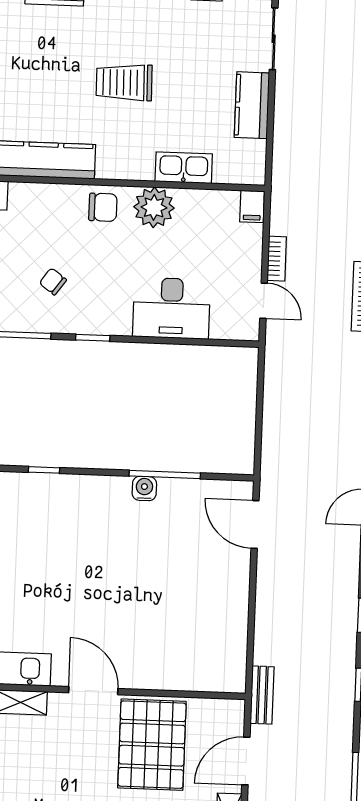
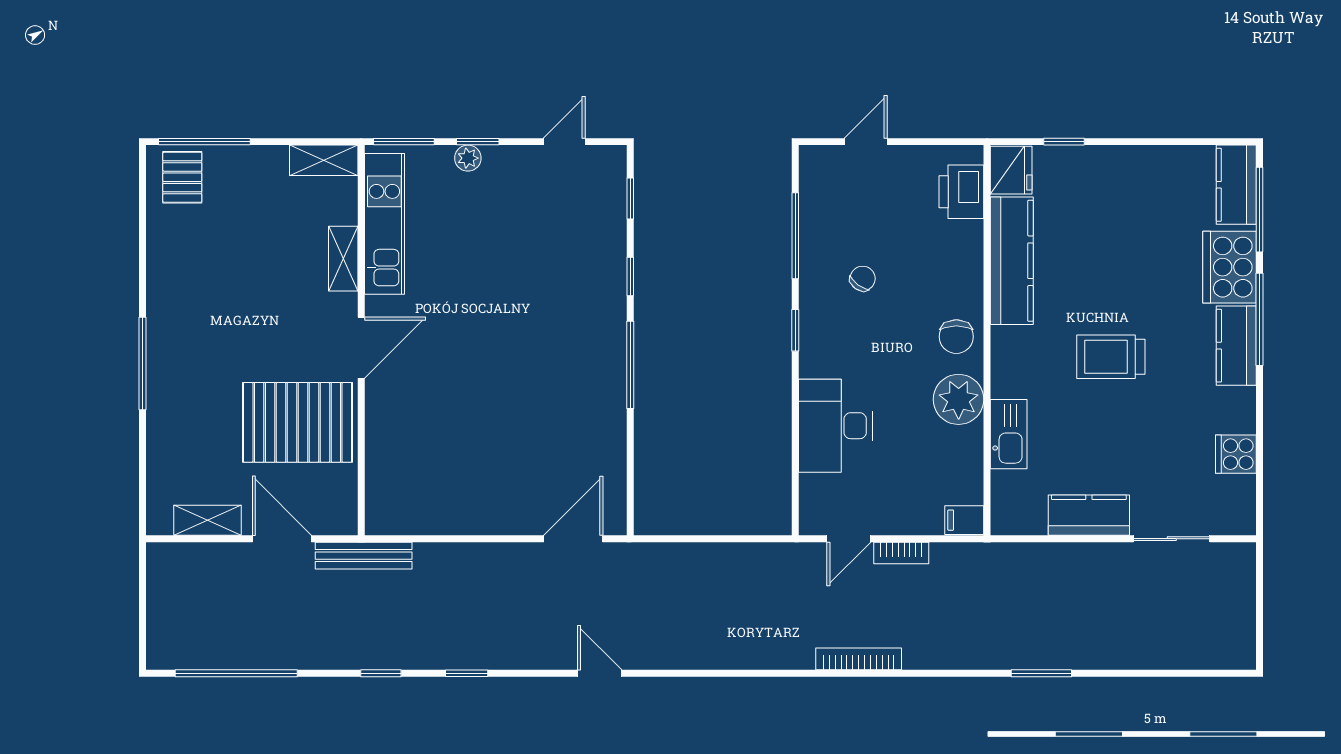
trolley: (124, 82) -> (1111, 357), turned -89
window: (165, 475) -> (630, 365), moved
water cooler: (144, 489) -> (612, 401), removed
bench: (262, 695) -> (364, 556), width x1.36

